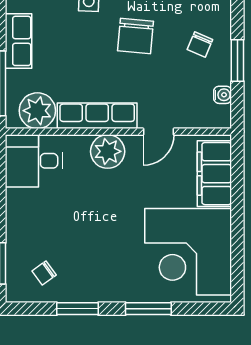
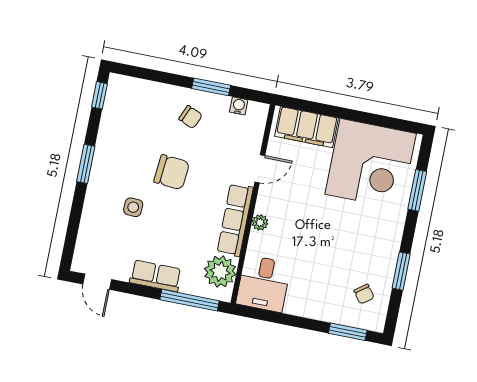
door: (158, 132) -> (260, 169), hinge flipped
plant: (108, 151) -> (260, 223), width x0.53, depth x0.53
window: (148, 309) -> (417, 190), moved

